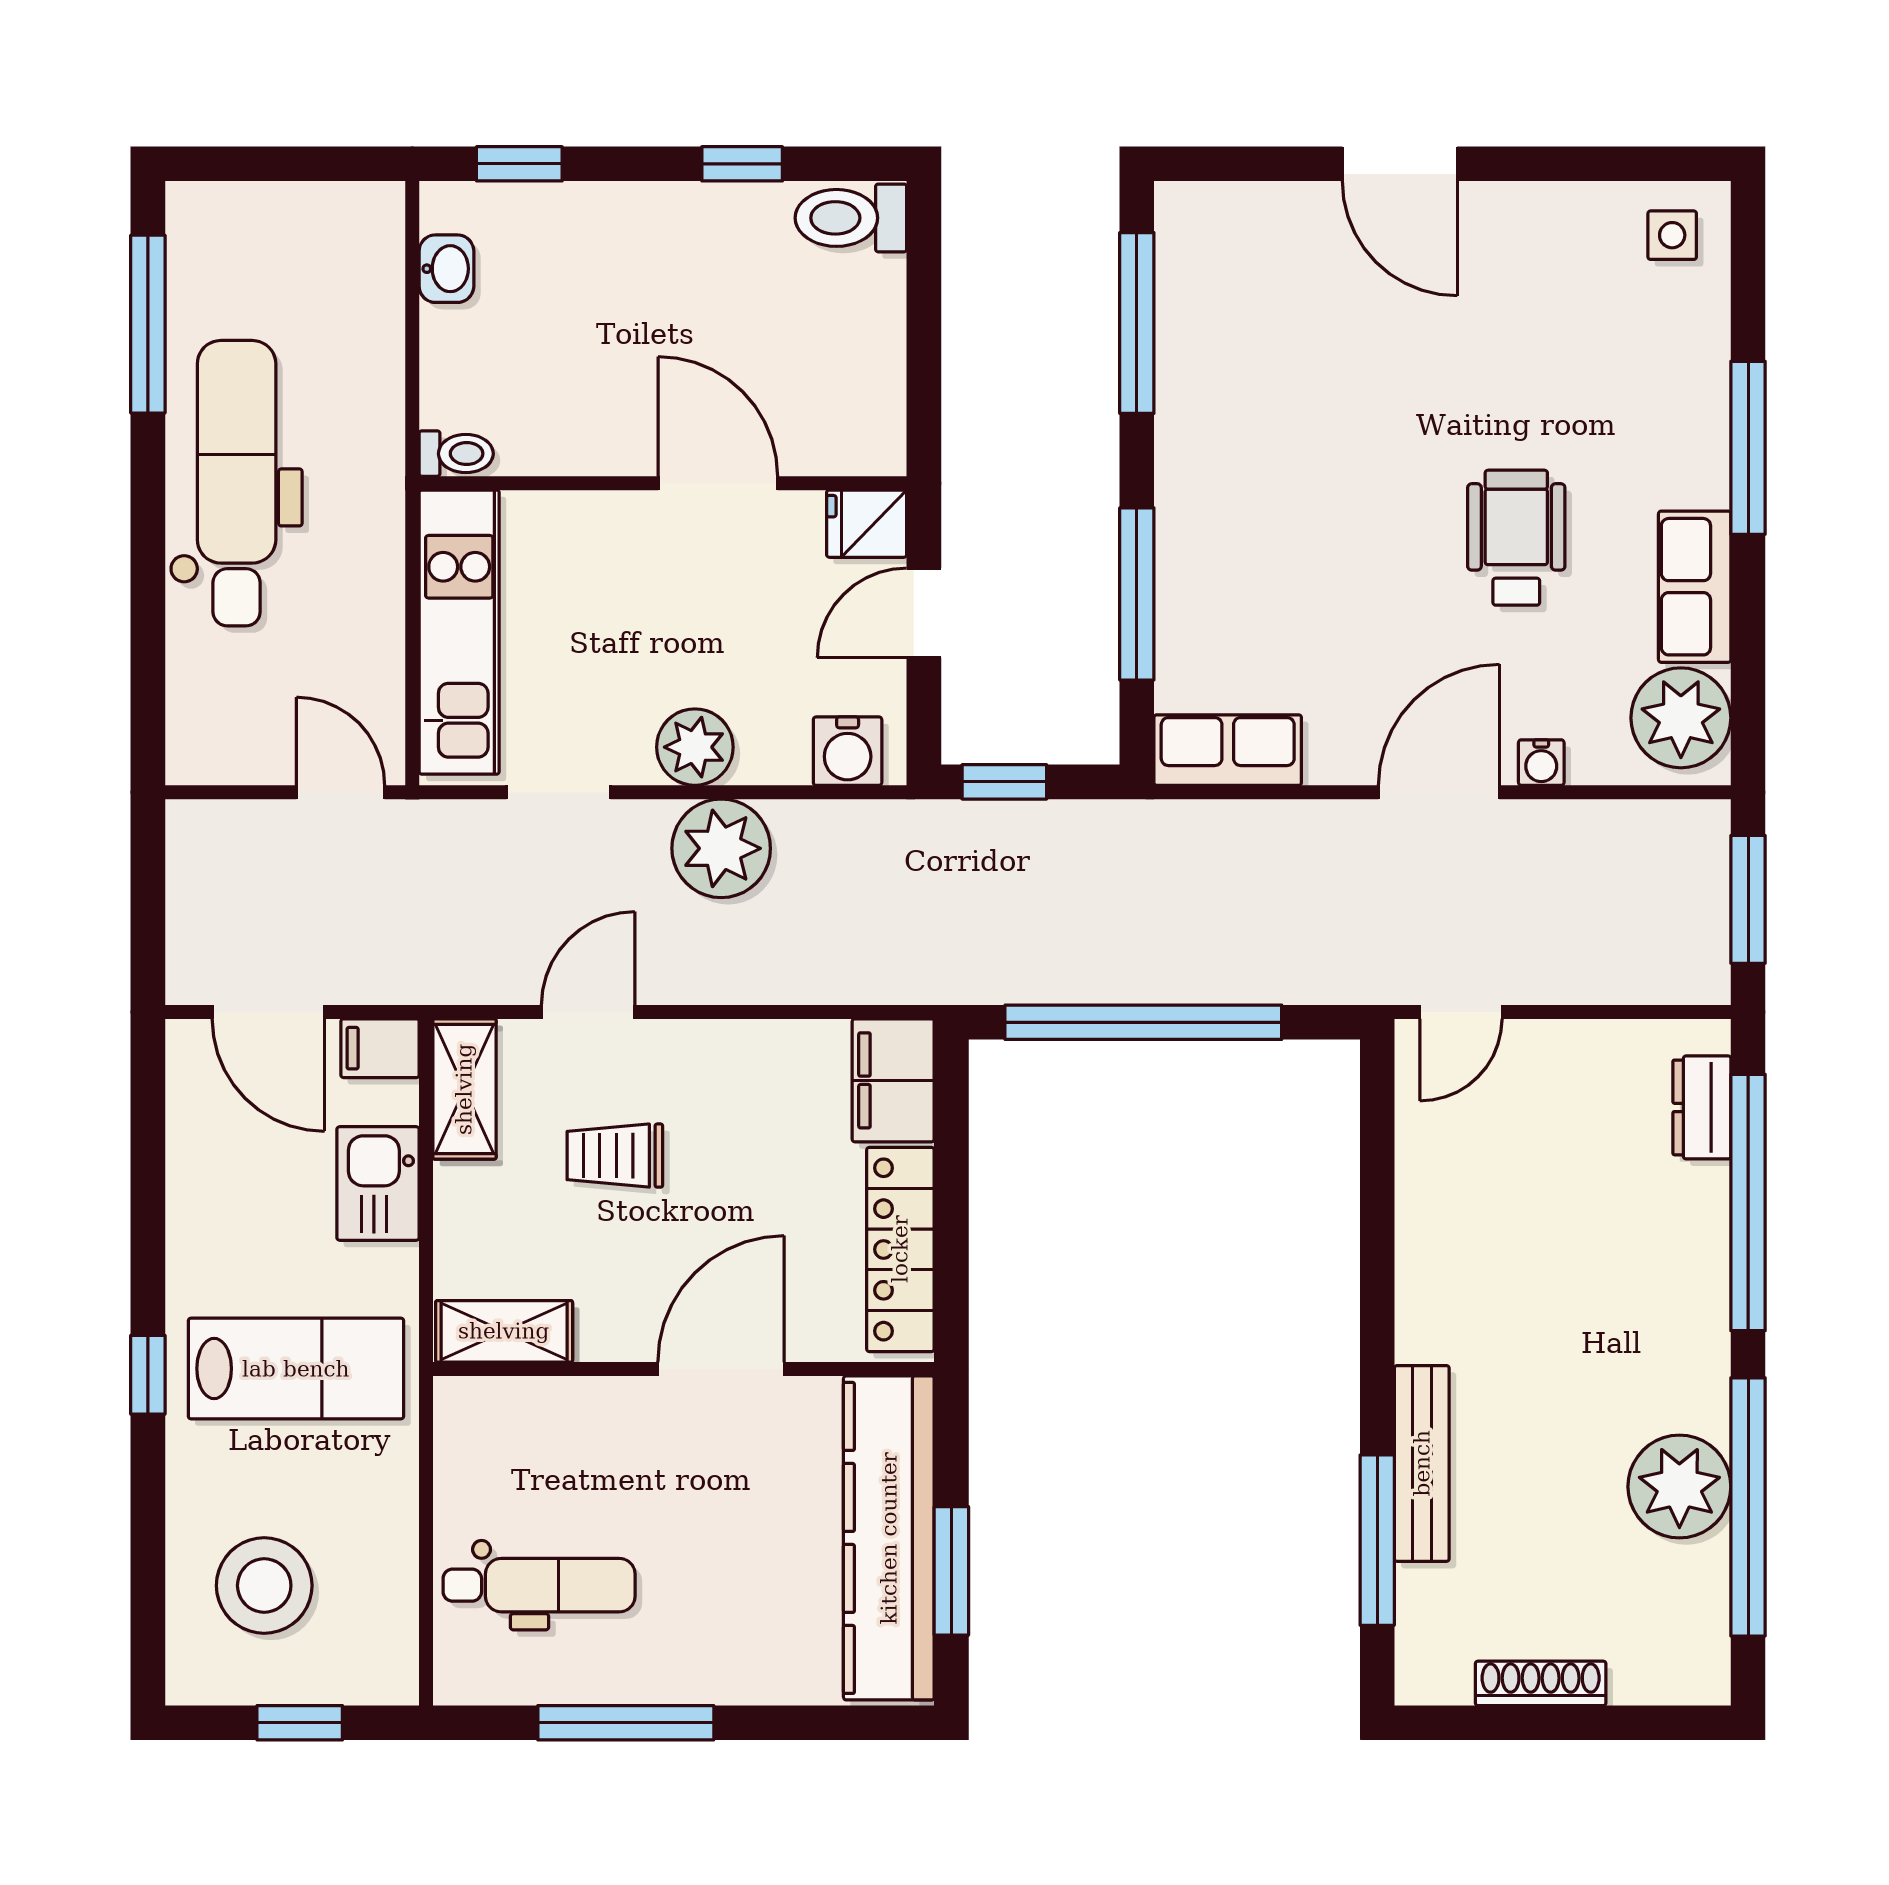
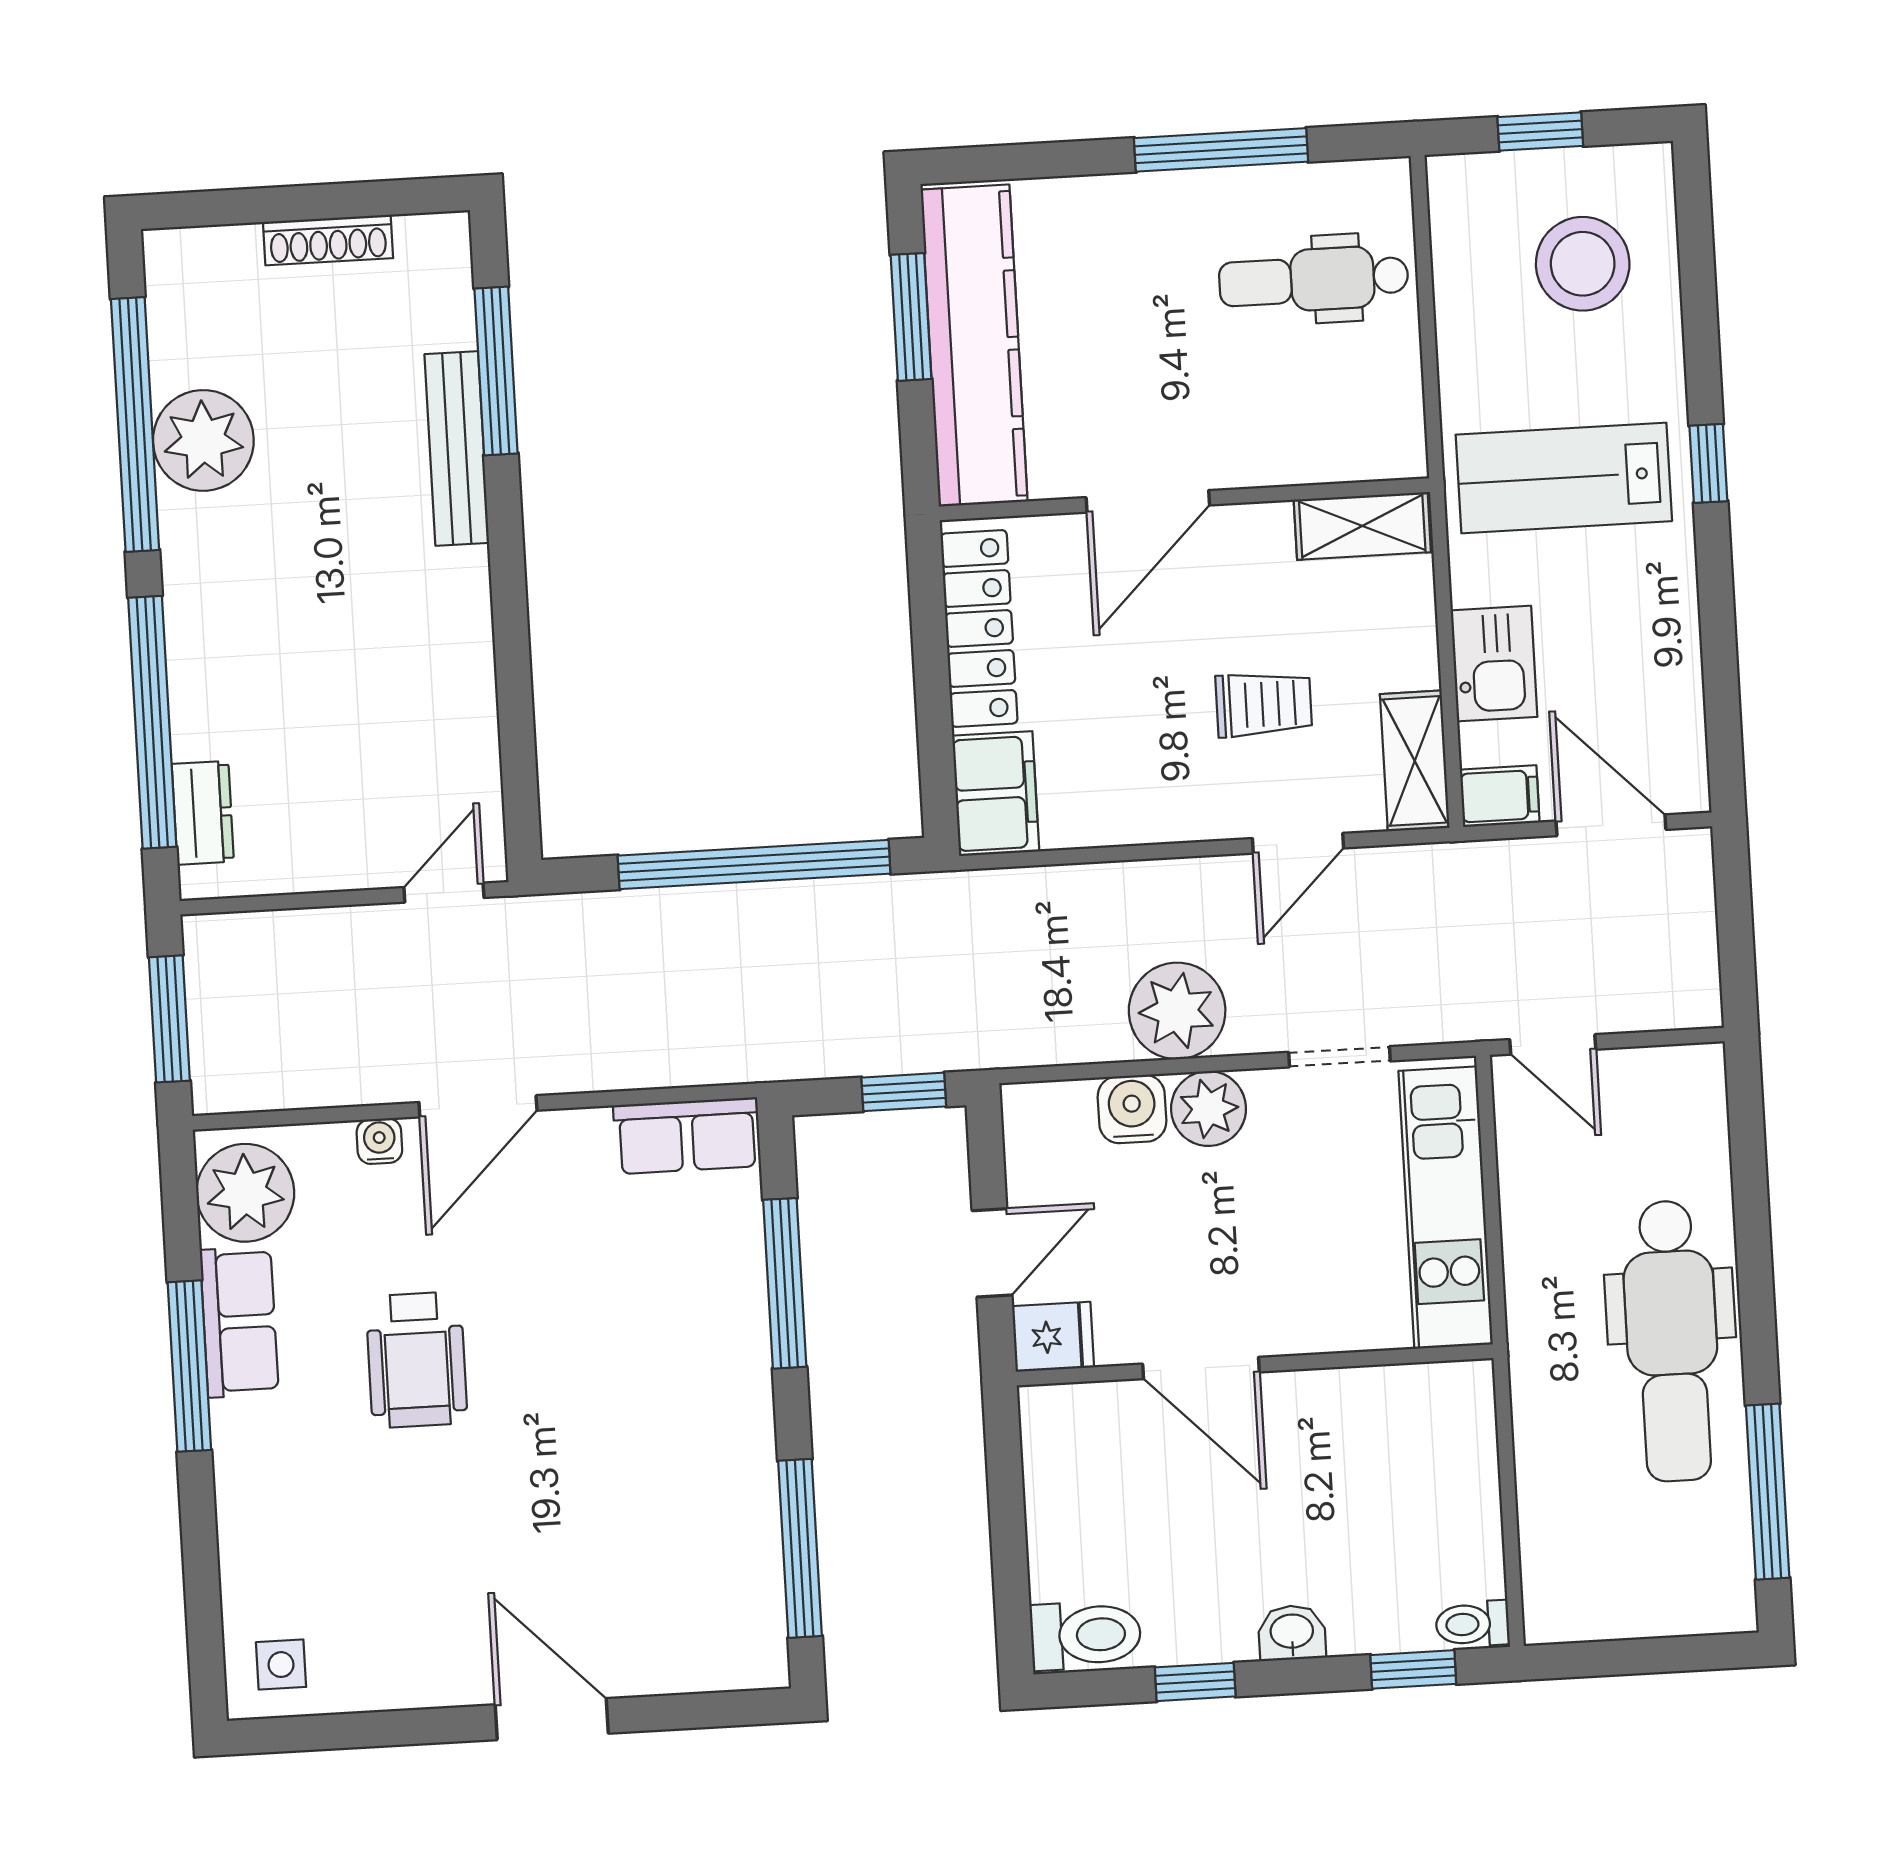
washbasin: (446, 269) -> (1292, 1633), moved, turned 90
window: (1748, 448) -> (189, 1366), moved
toilet: (456, 454) -> (1473, 1624), moved
water cooler: (848, 751) -> (1132, 1109), moved

